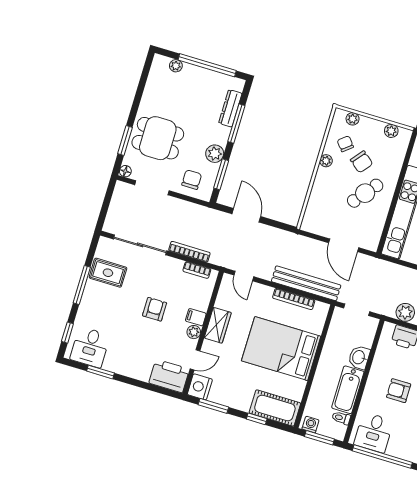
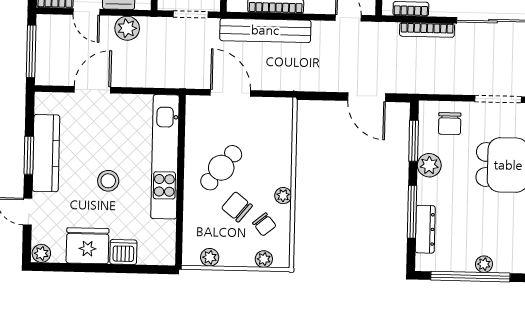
plant: (176, 66) -> (484, 264), moved

